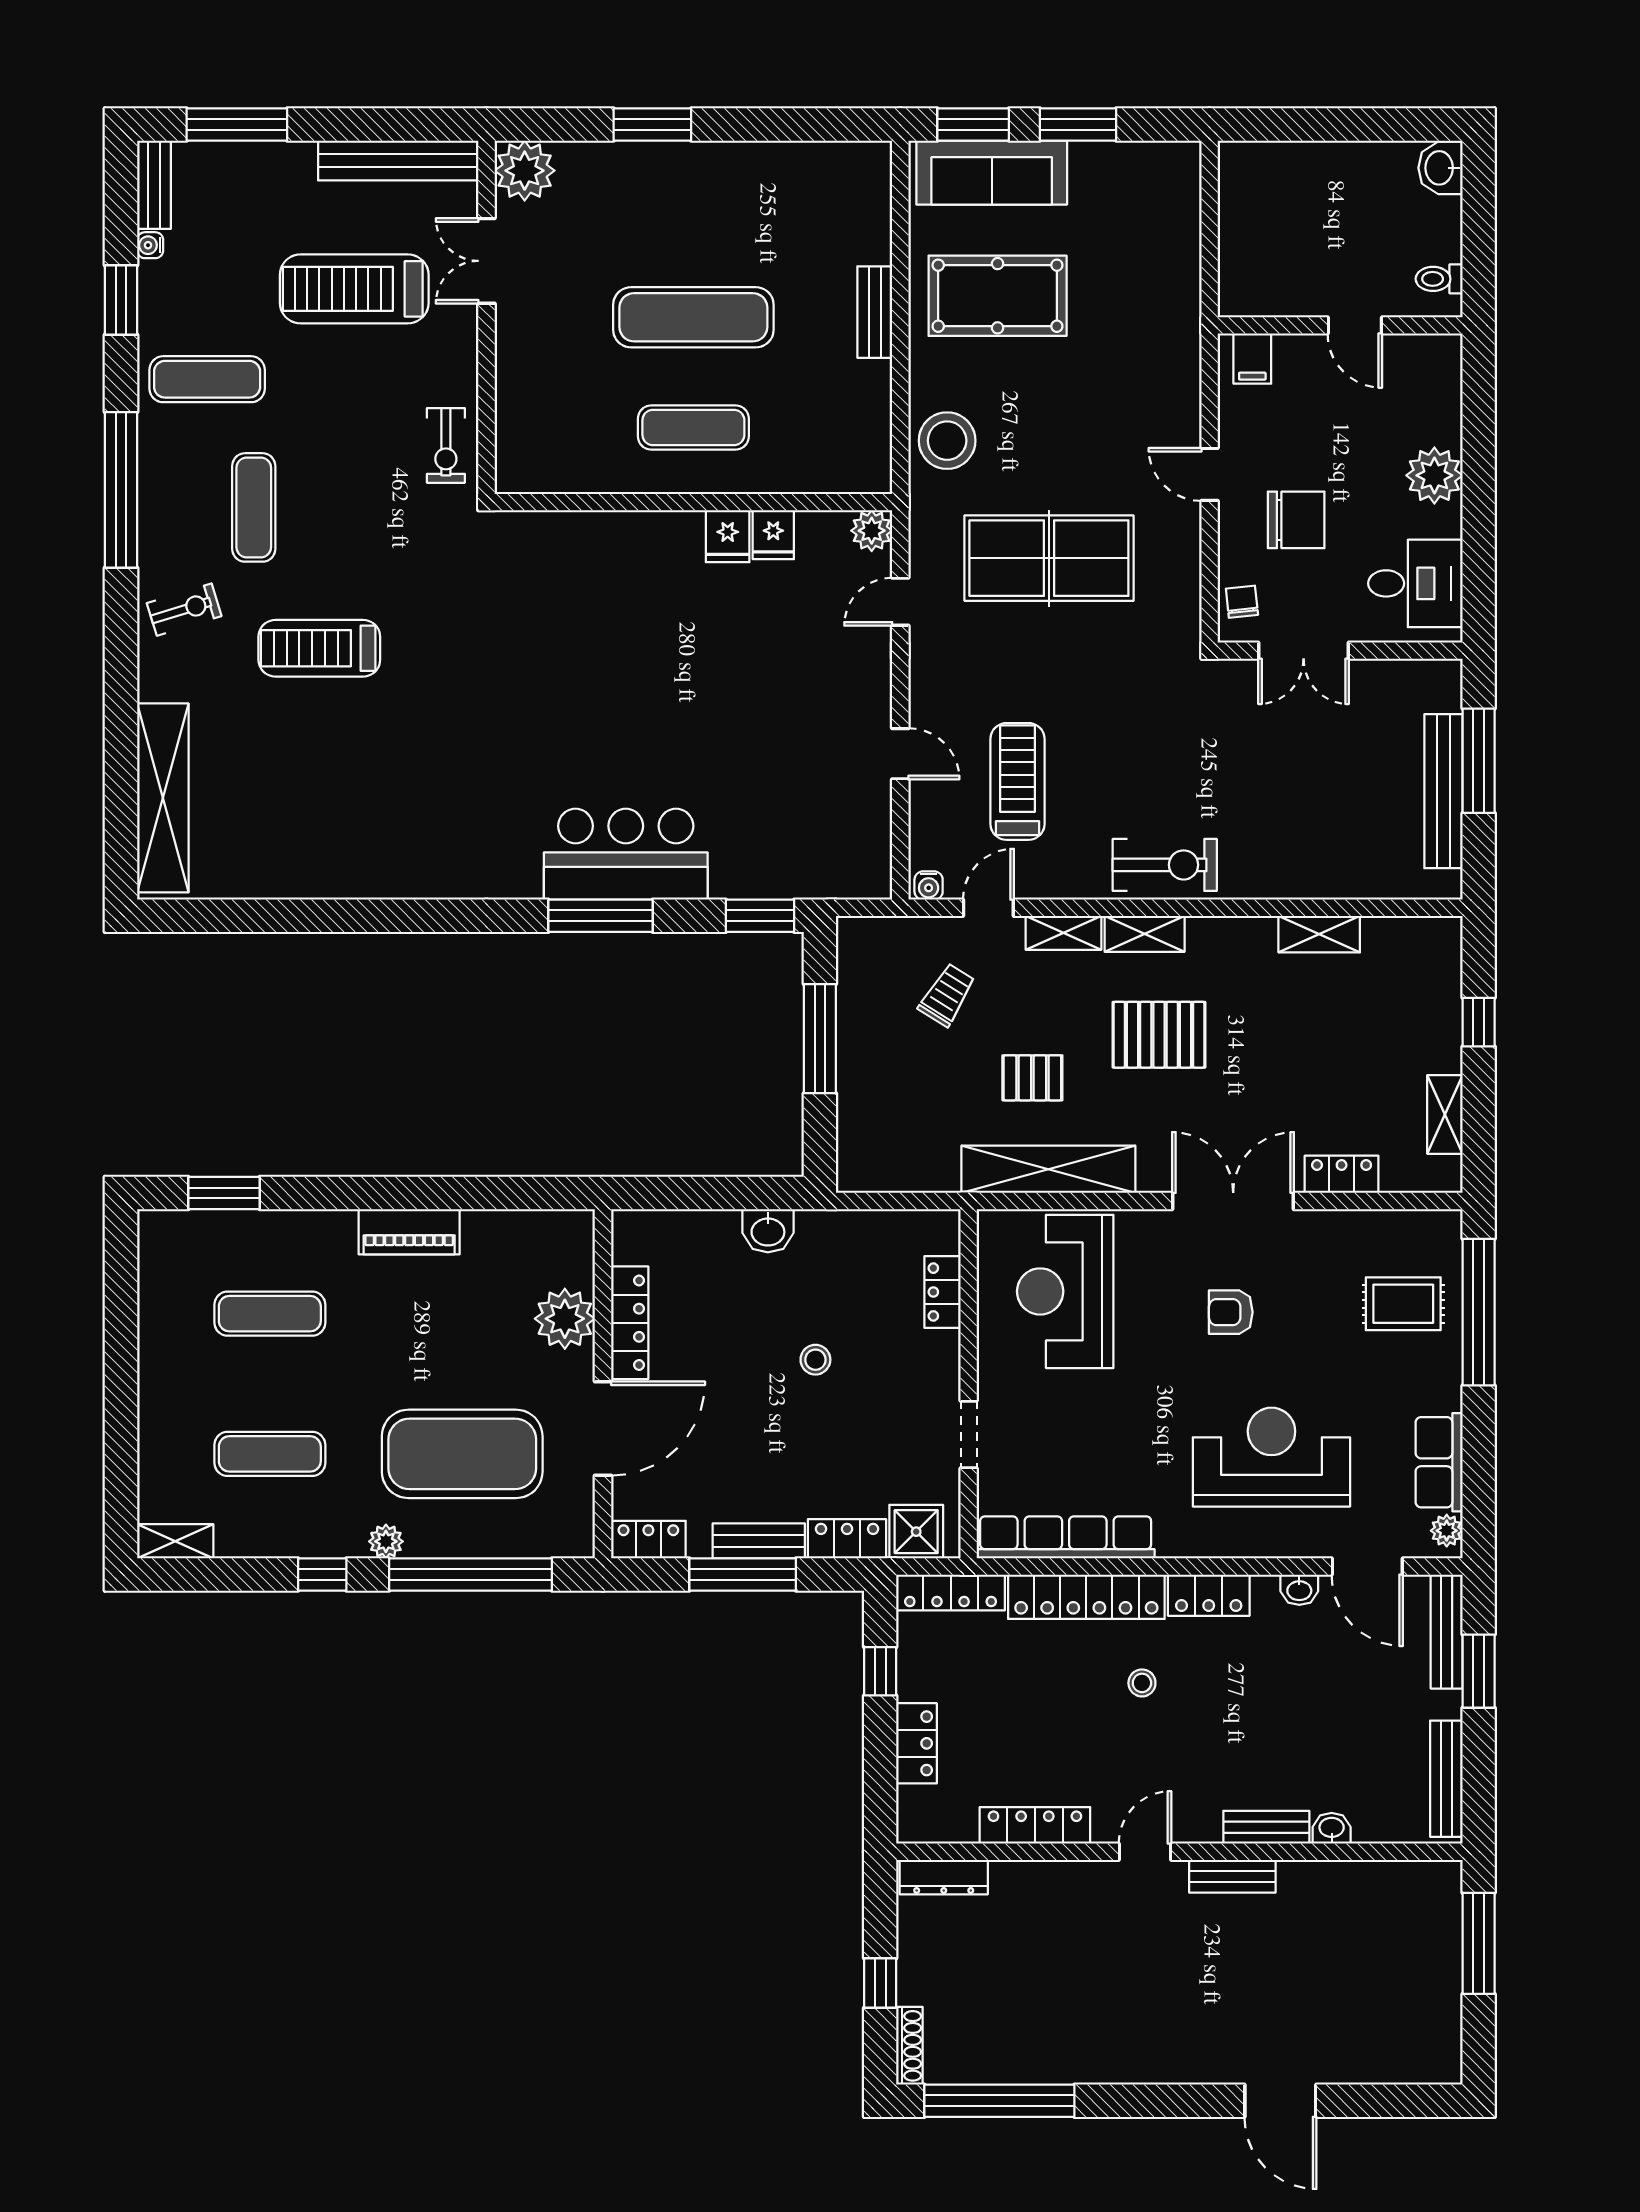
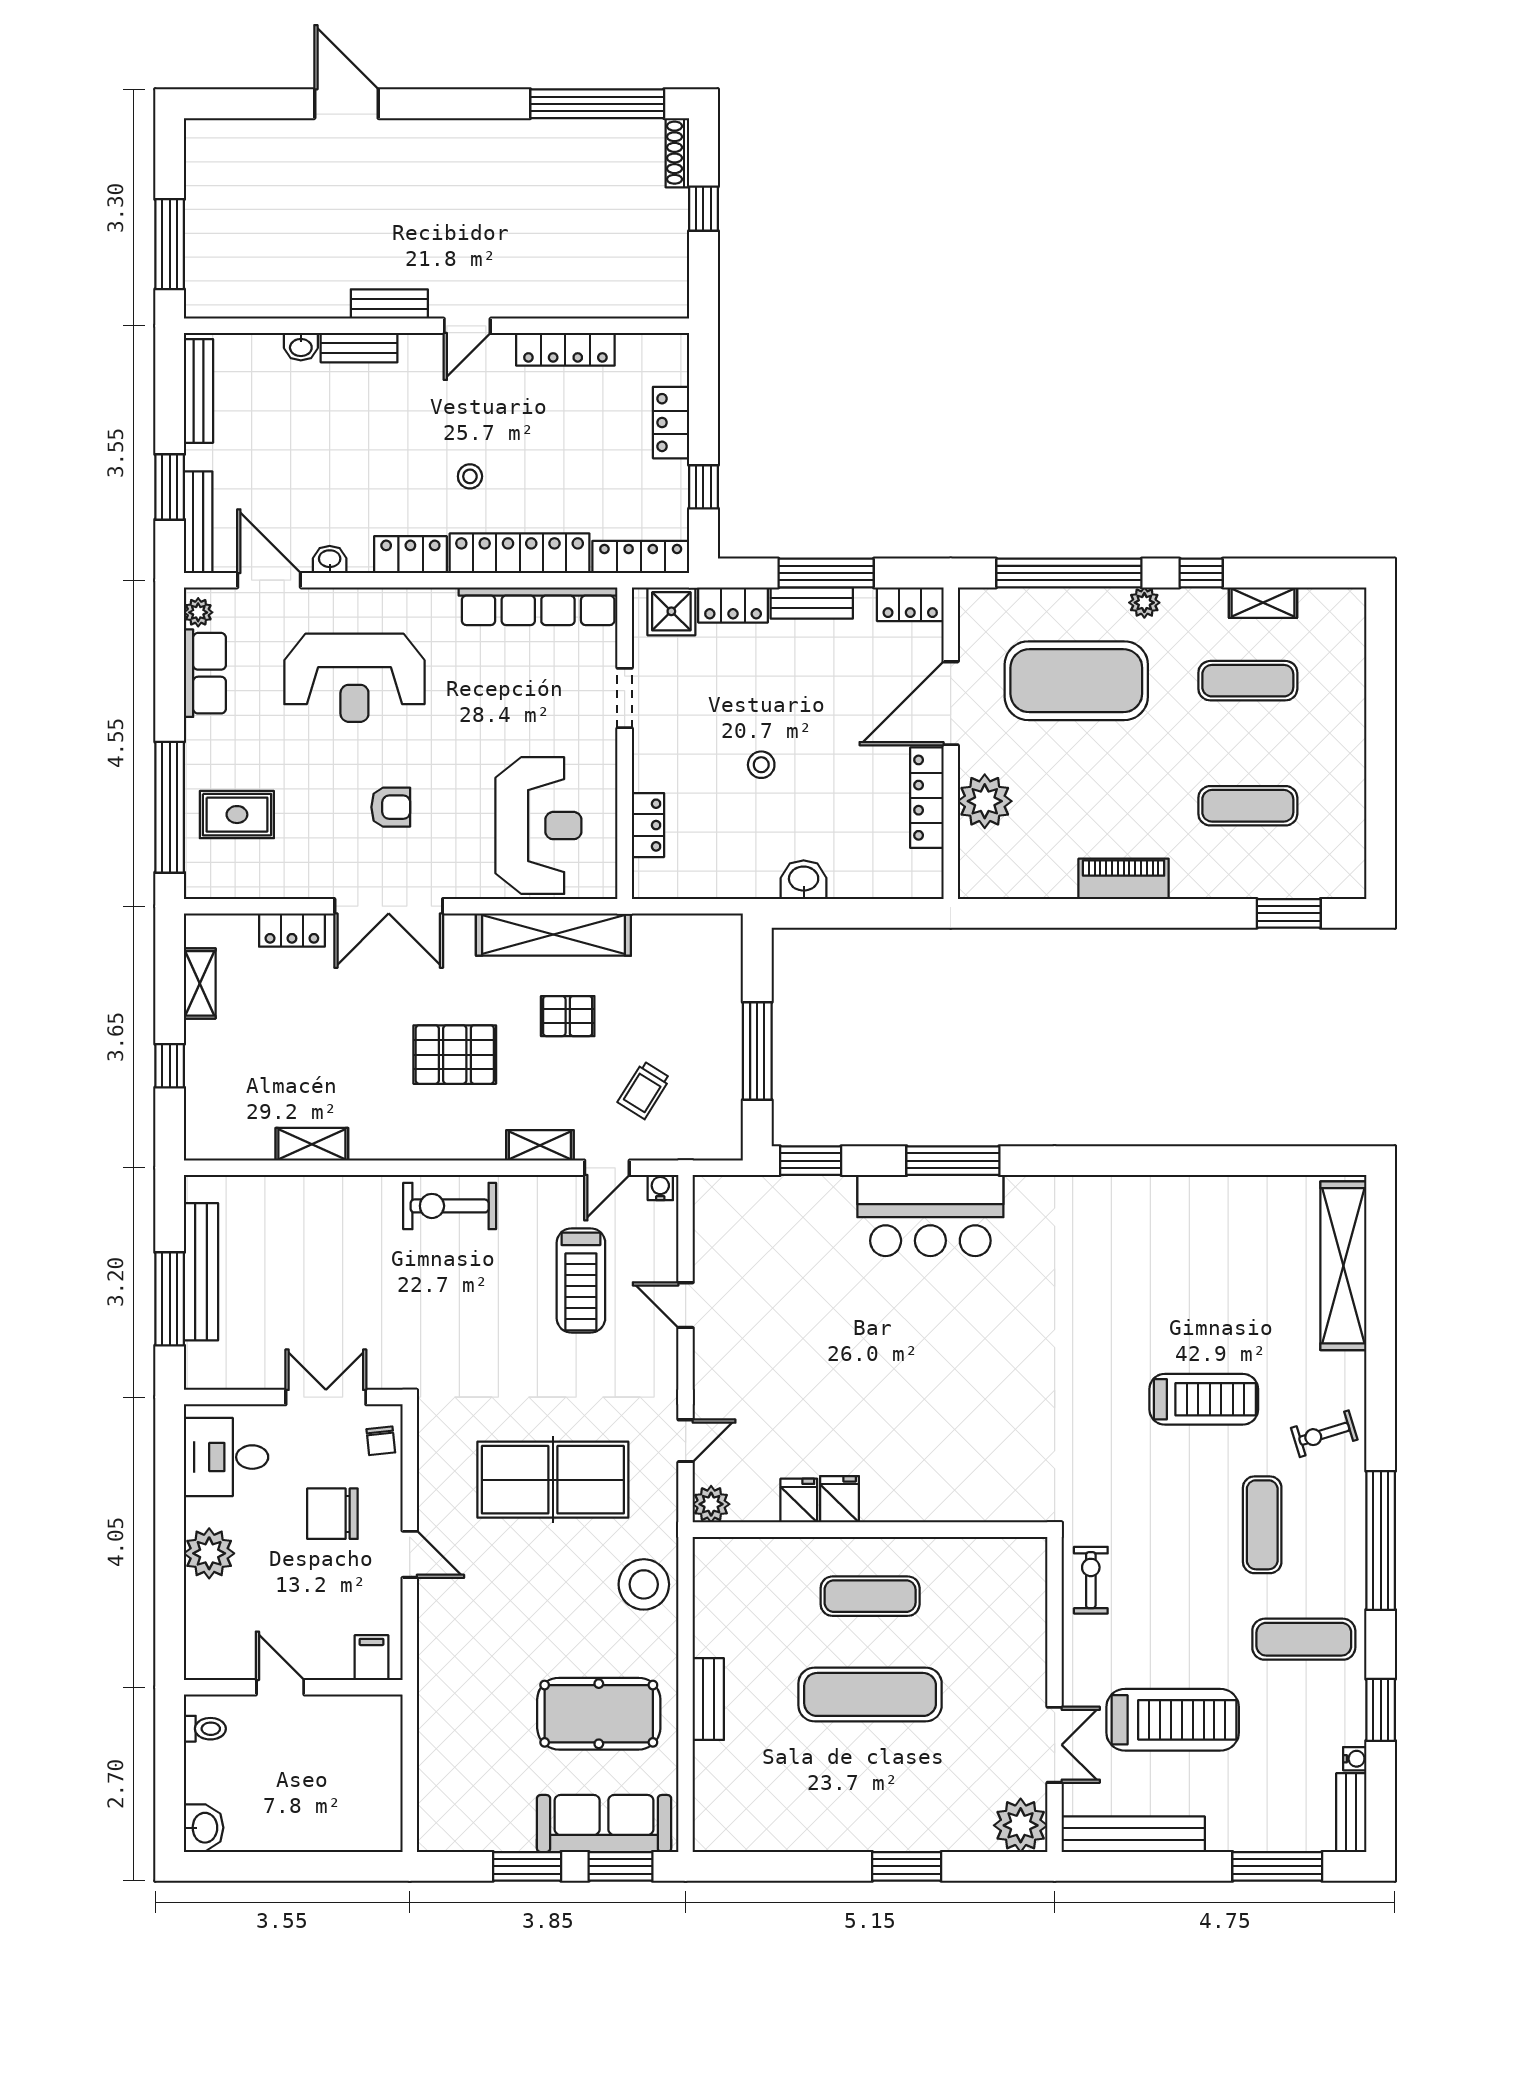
shelving: (1145, 934) -> (468, 1145), removed
shelving: (175, 1541) -> (1263, 603), moved
dresser: (944, 1877) -> (647, 303), removed

